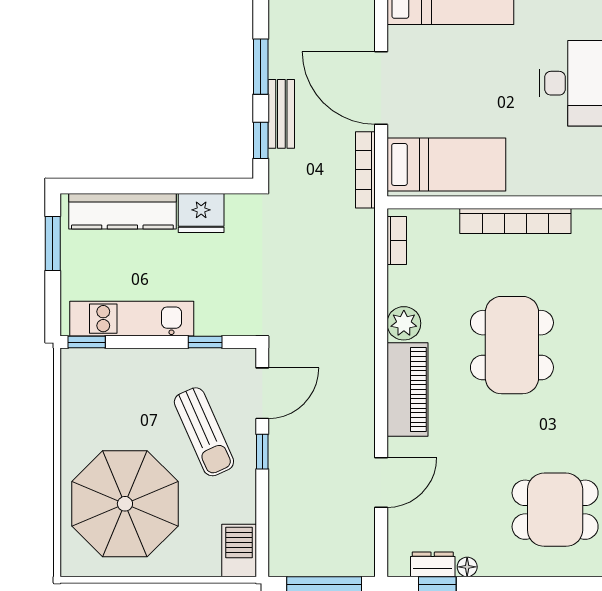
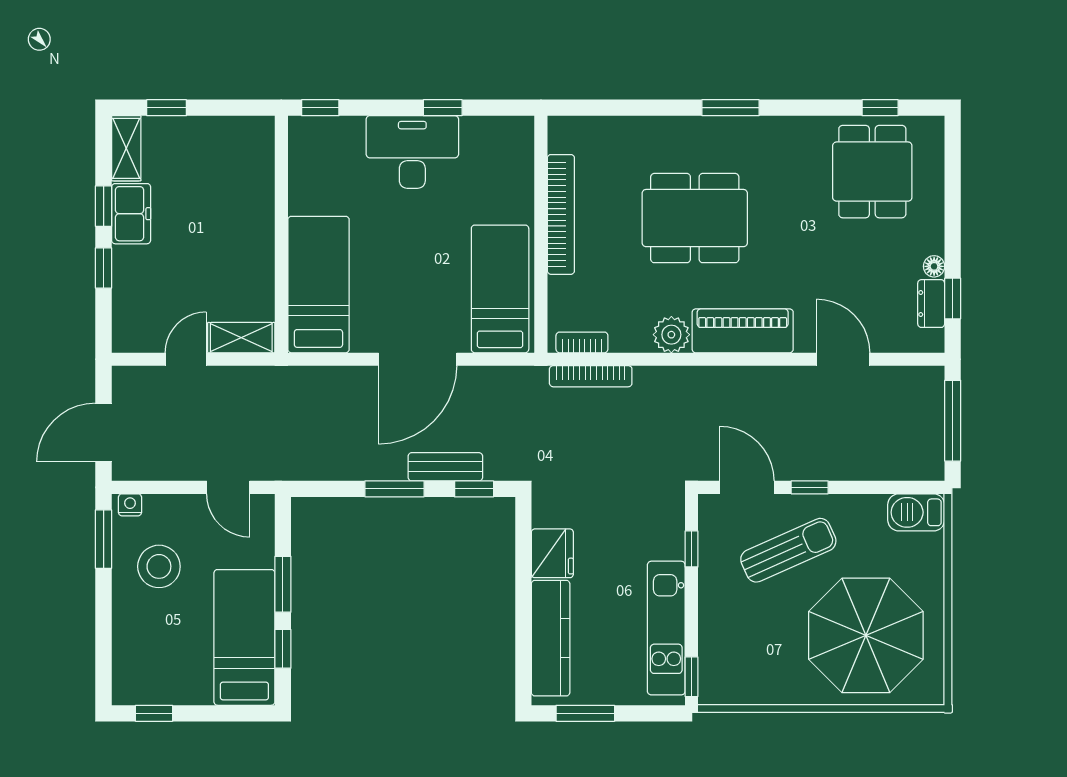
bookcase: (365, 170) -> (591, 376), moved

